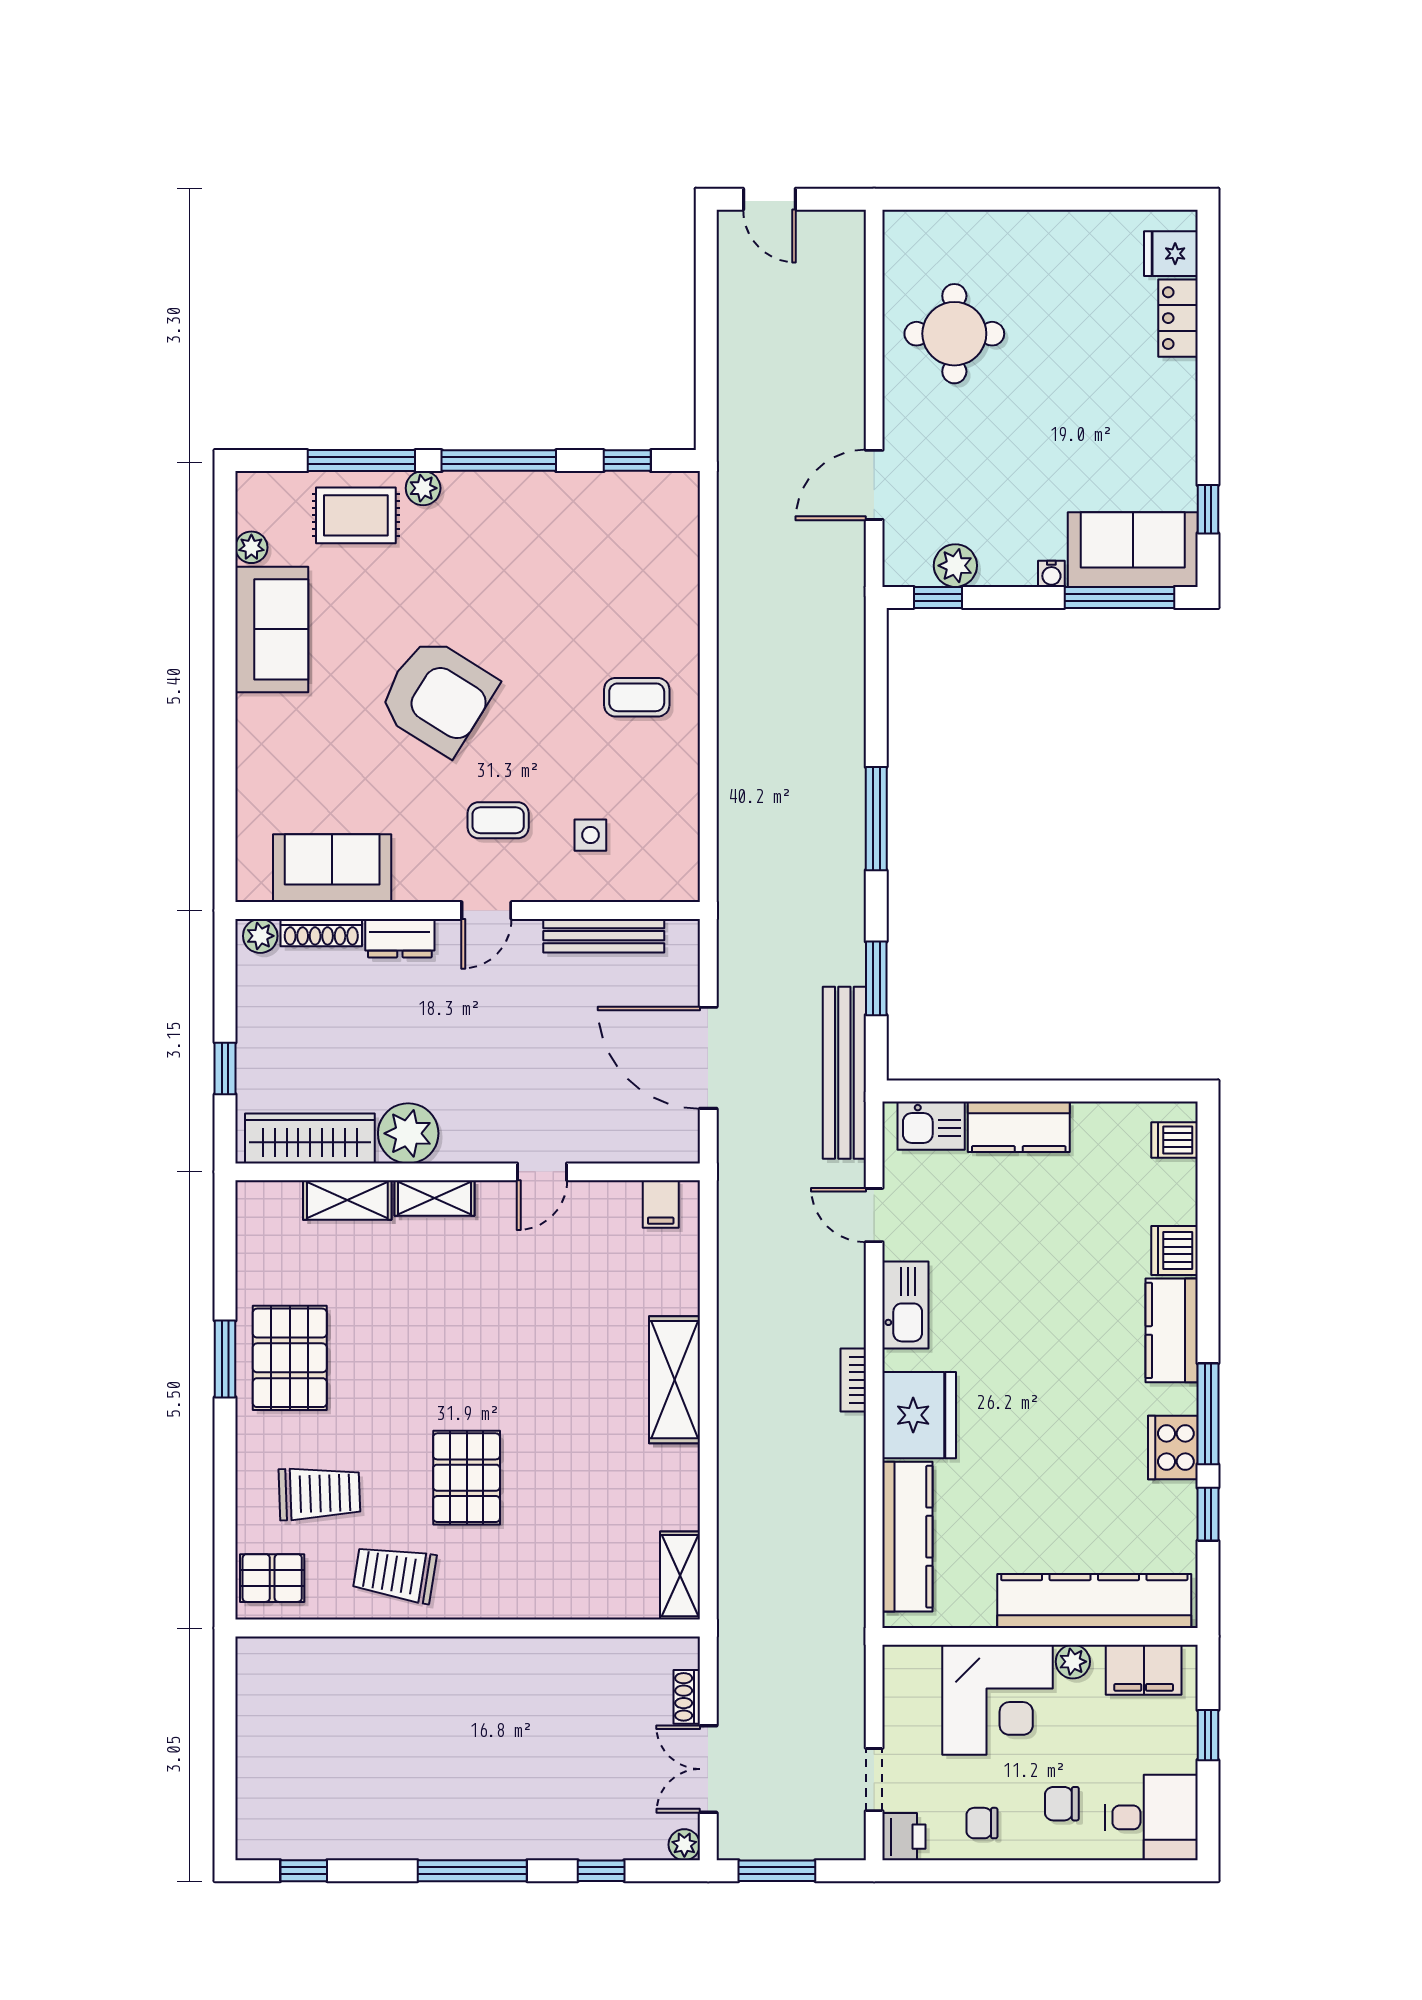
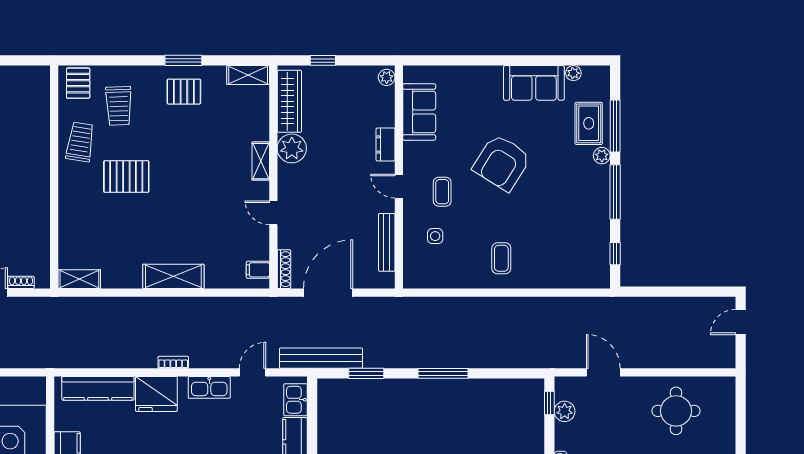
shoe rack: (321, 933) -> (284, 269), moved, turned 180
shelving: (347, 1200) -> (248, 75), moved, turned 90
pallet: (290, 1358) -> (184, 92), width x0.67, depth x0.71

